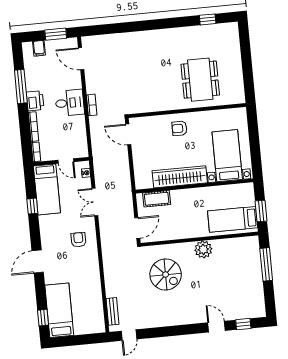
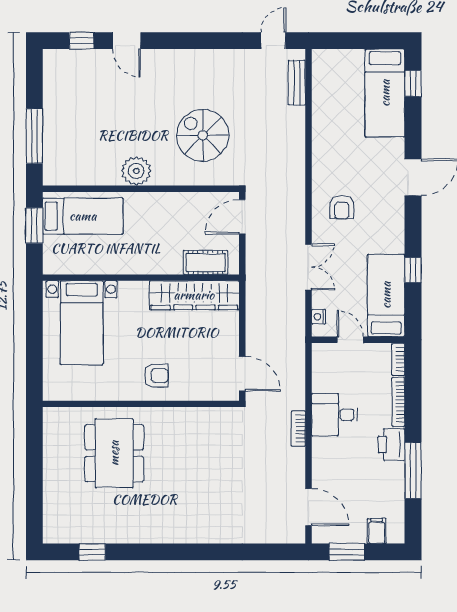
desk: (70, 103) -> (335, 415), moved
wardrobe: (180, 177) -> (194, 295), moved

